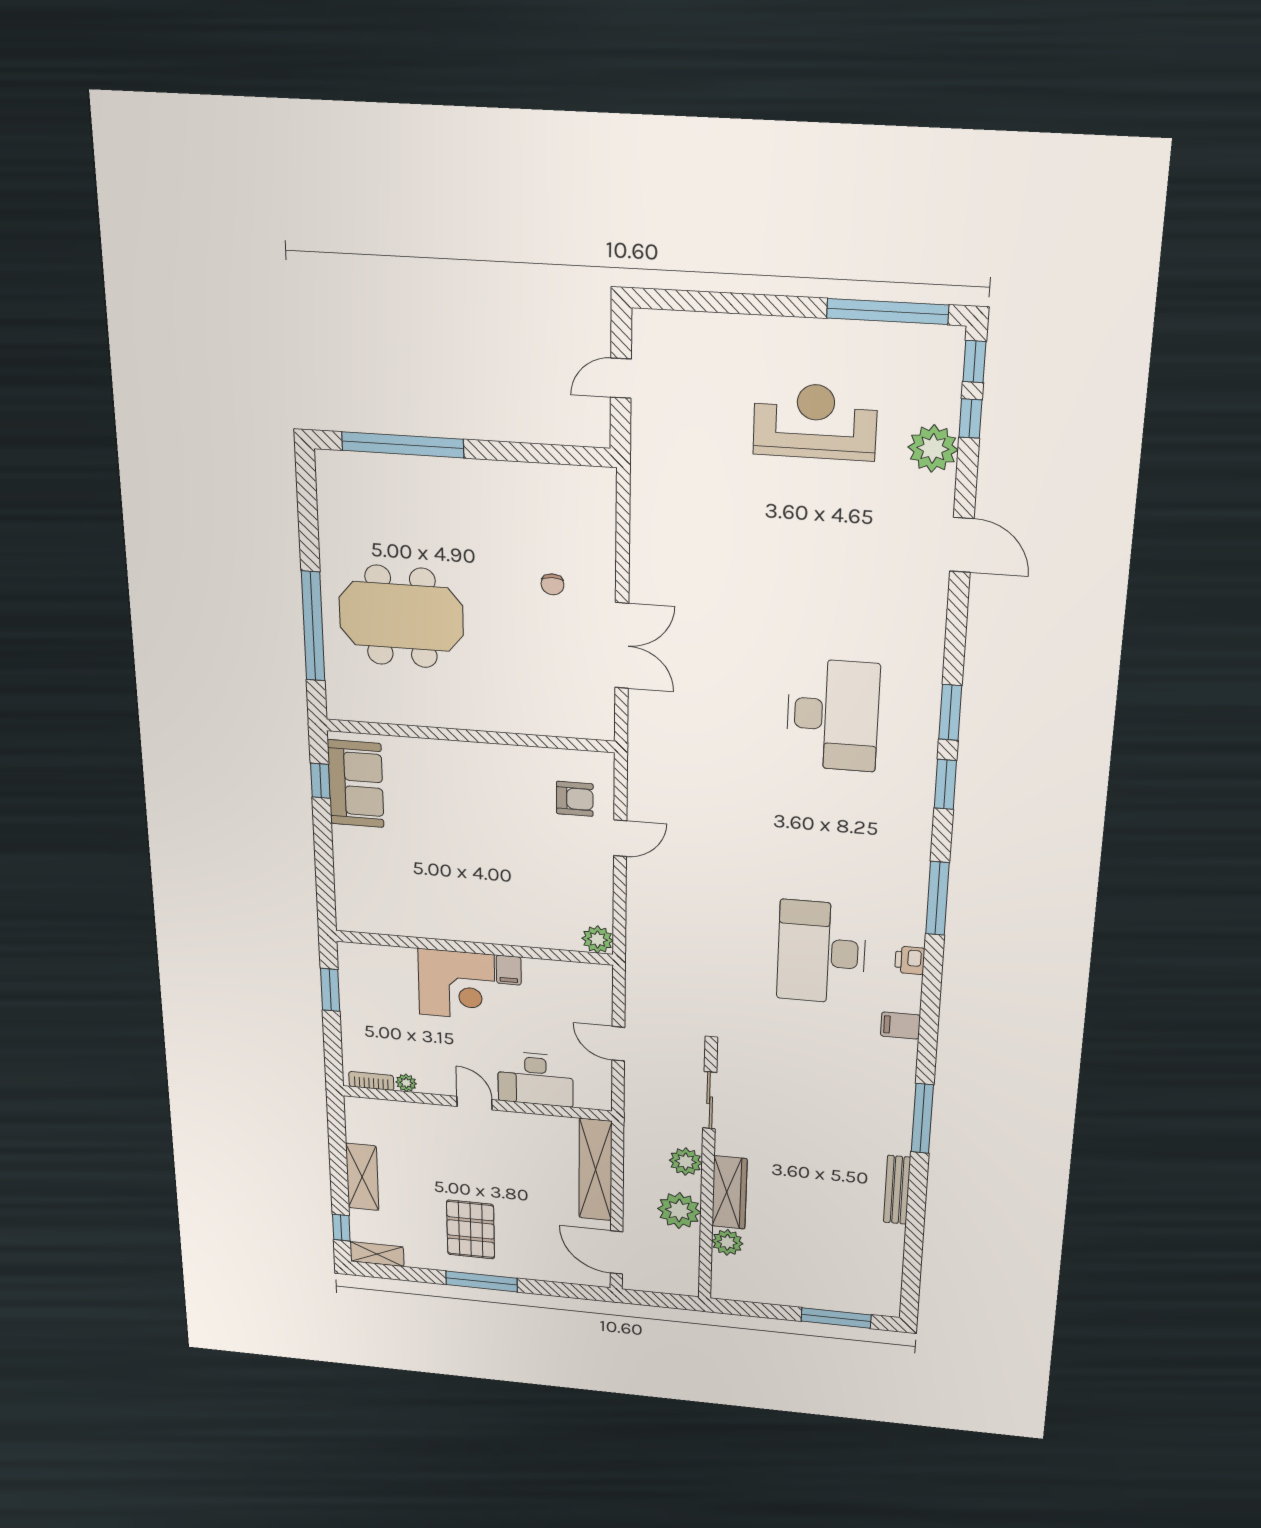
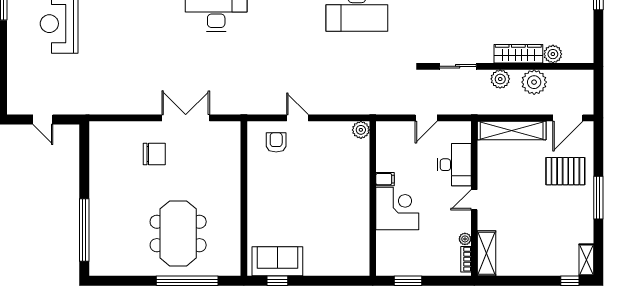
chair: (552, 584) -> (154, 154), width x1.87, depth x1.87
shelving: (362, 1177) -> (487, 253), moved, turned 90
pallet: (471, 1229) -> (565, 171), moved

